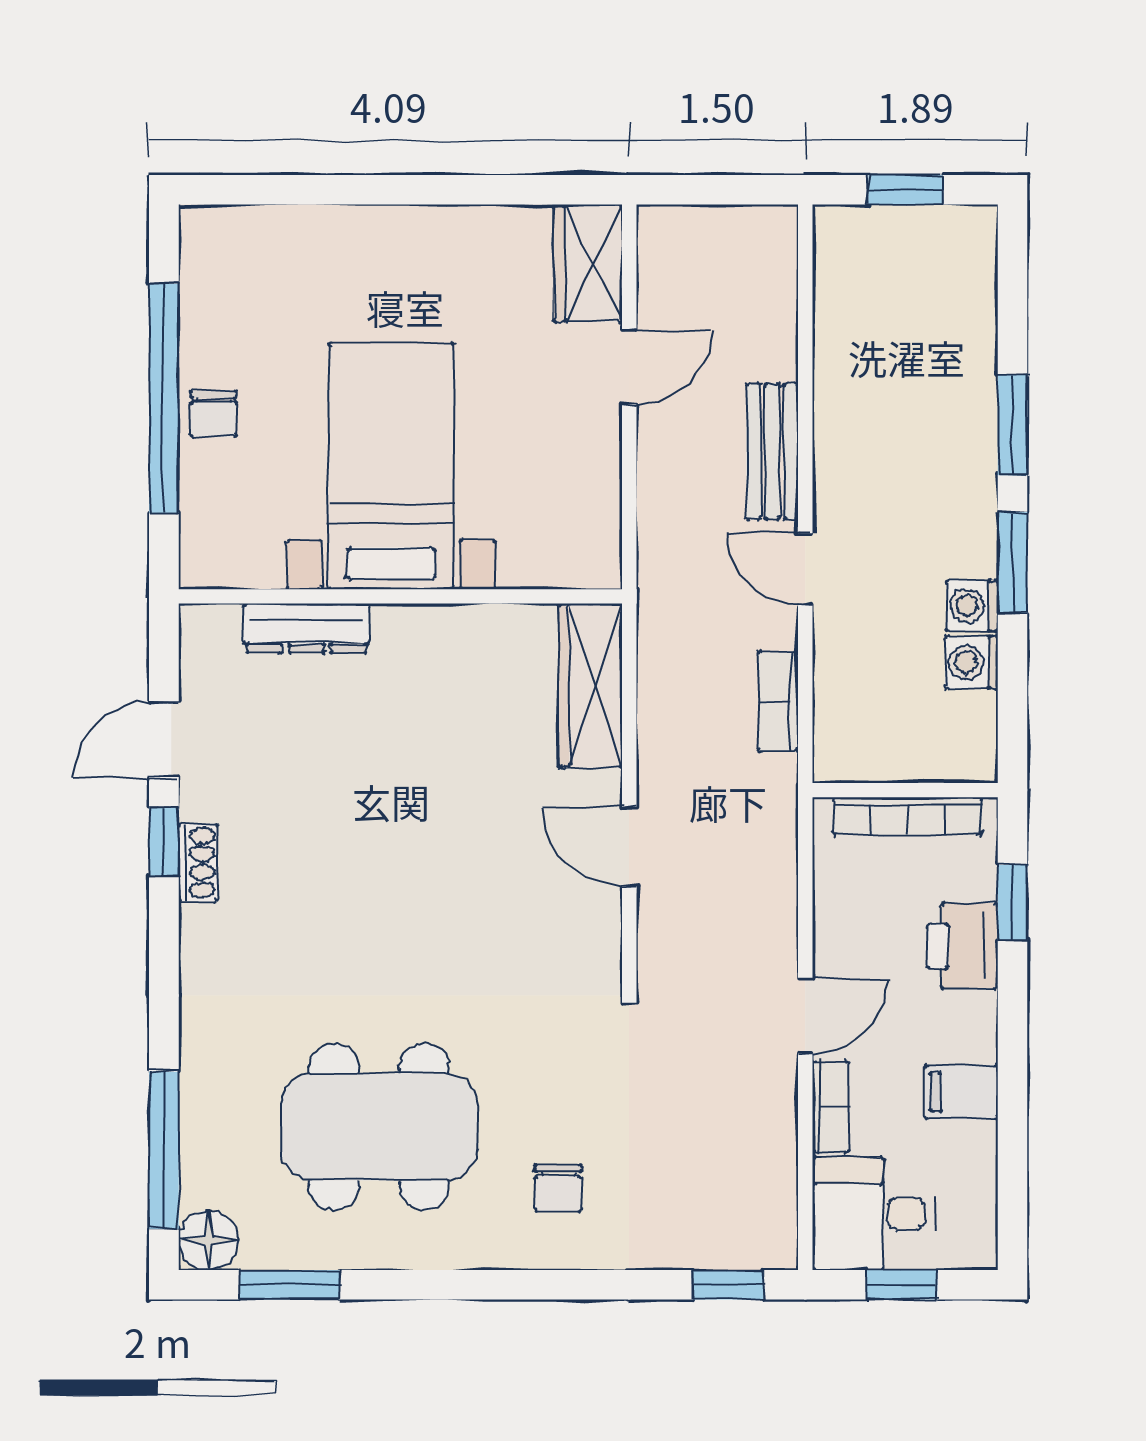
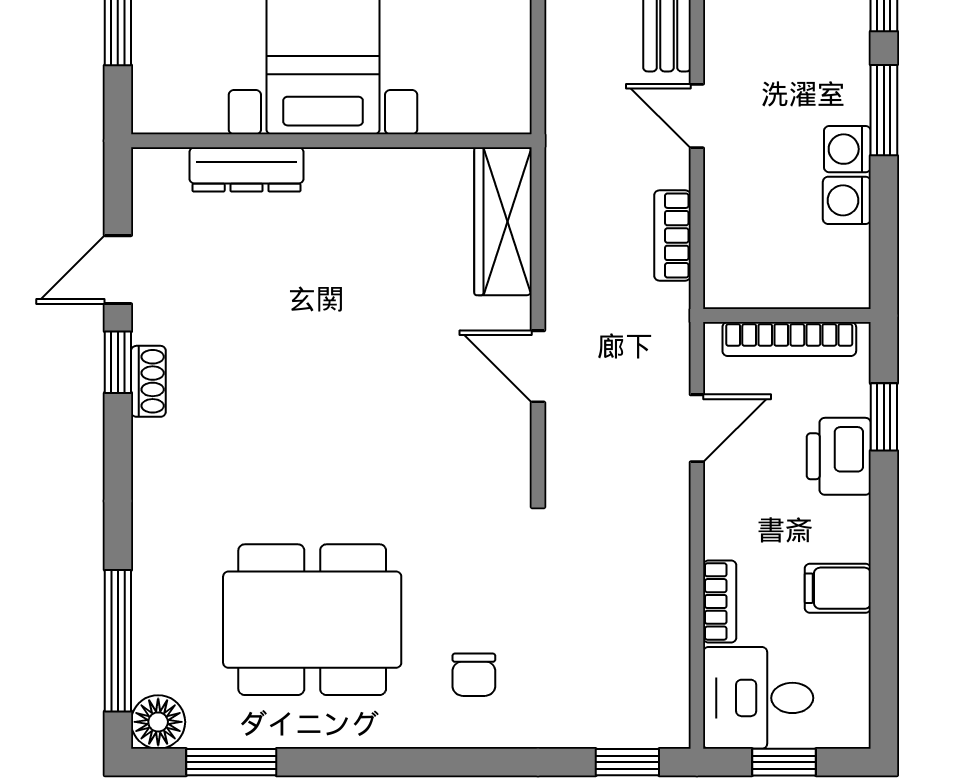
door: (805, 1016) -> (697, 428), moved

